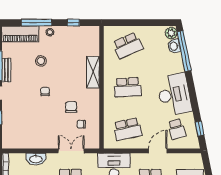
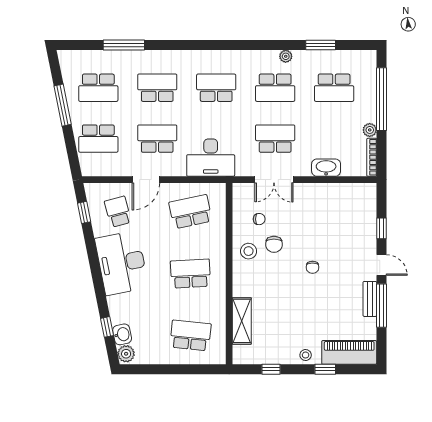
window: (37, 23) -> (325, 369), width x0.46
school desk: (128, 45) -> (190, 335), turned 30
window: (184, 51) -> (107, 327), width x0.32
stool: (41, 61) -> (249, 251), moved
shelving: (93, 72) -> (242, 321), moved

